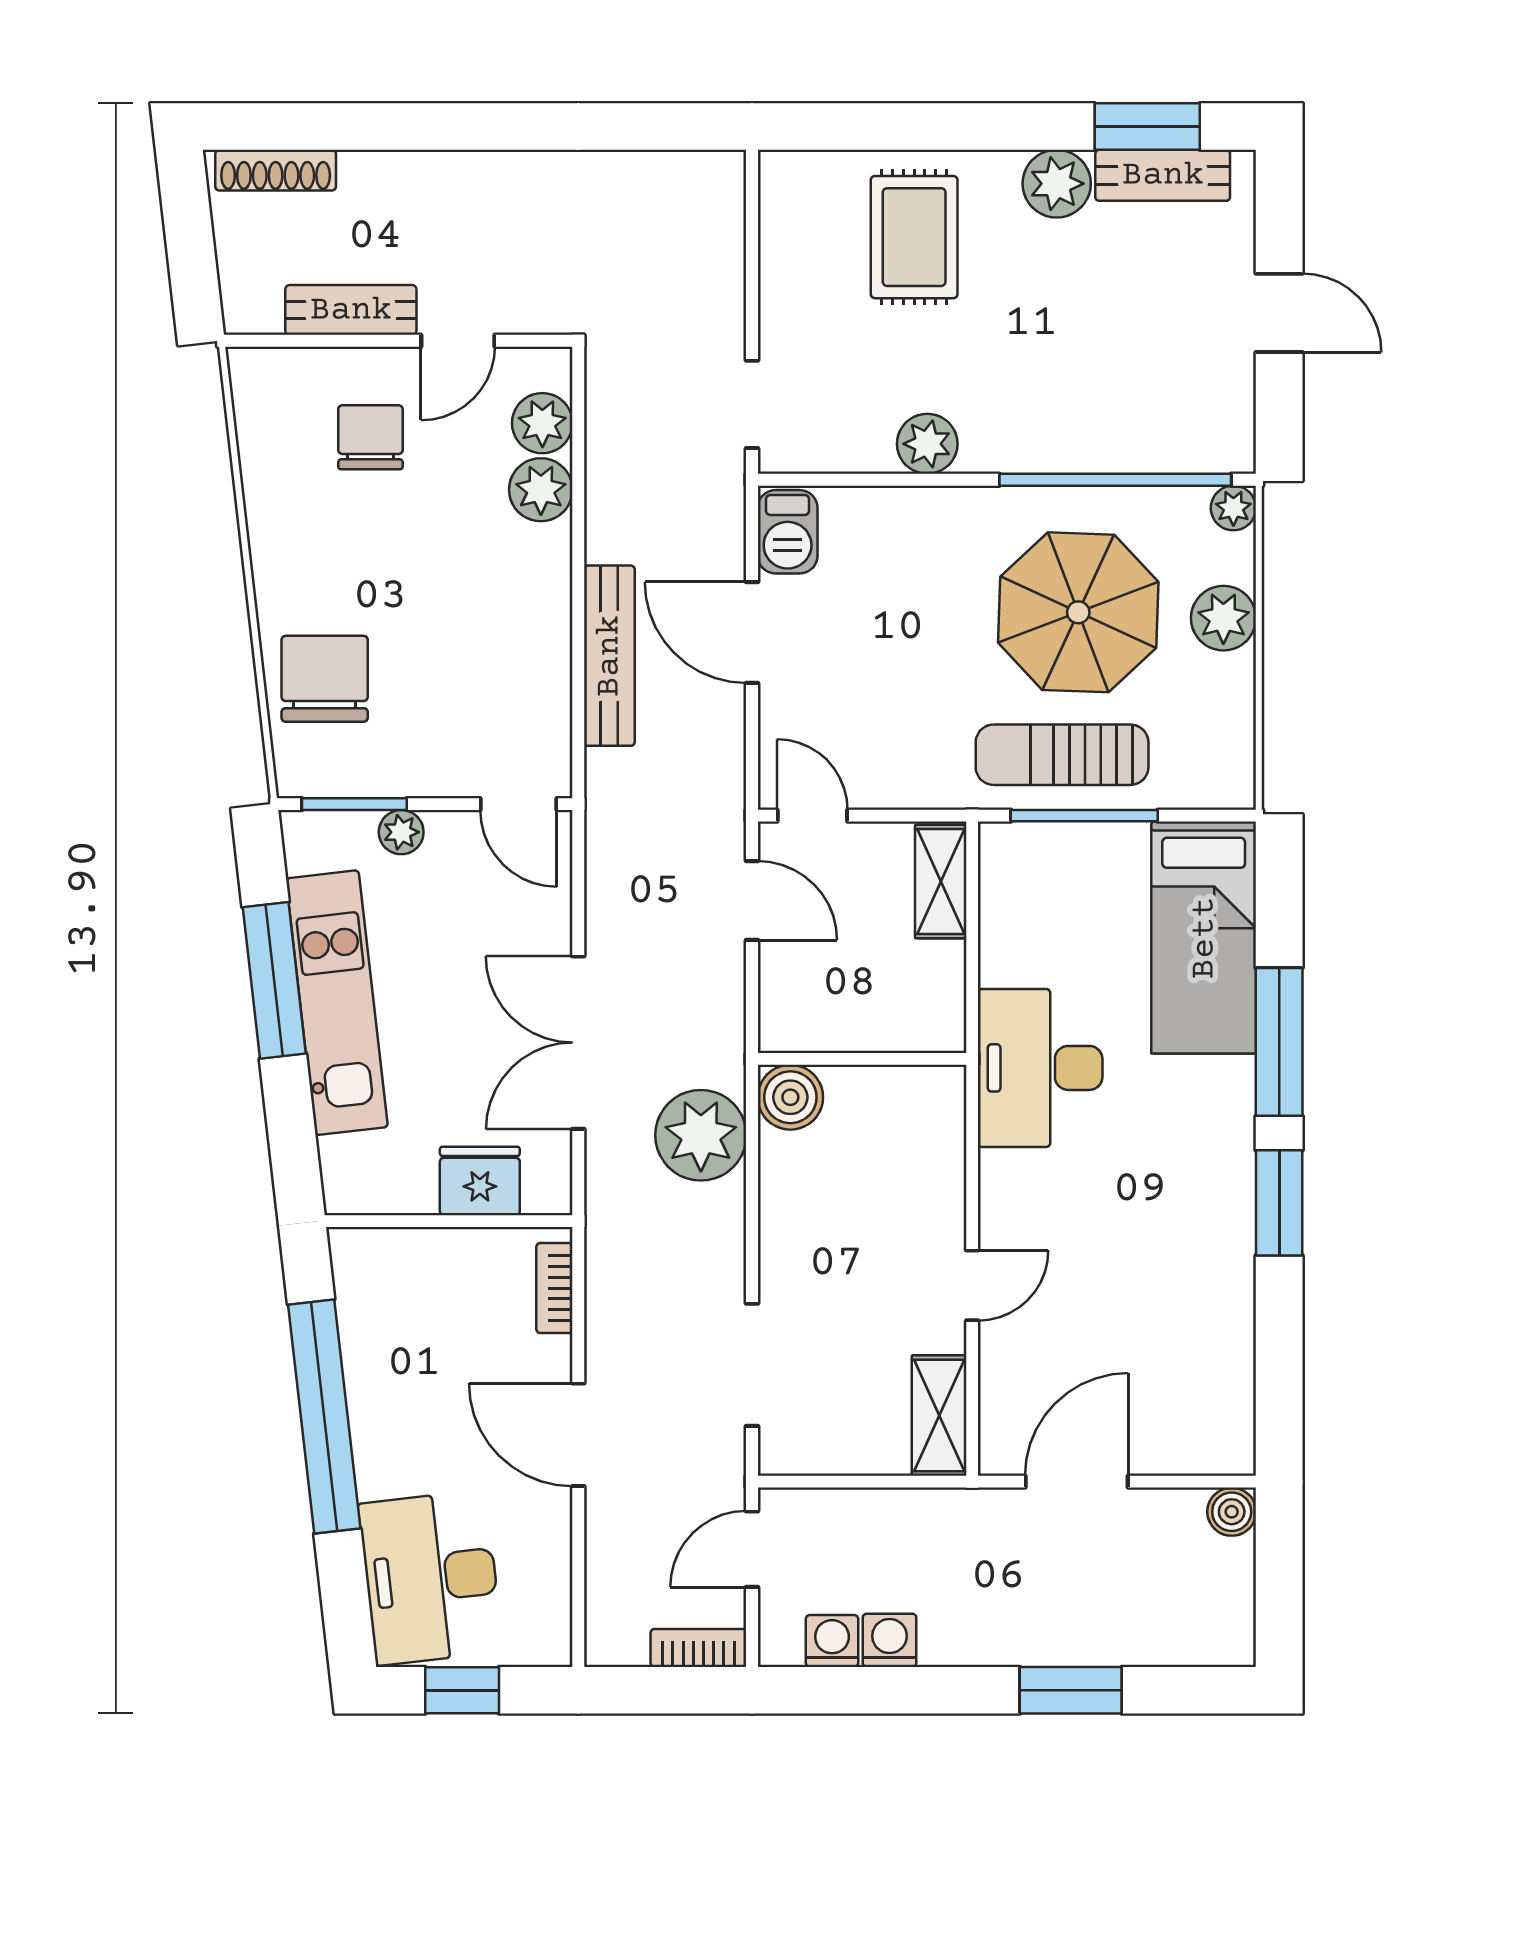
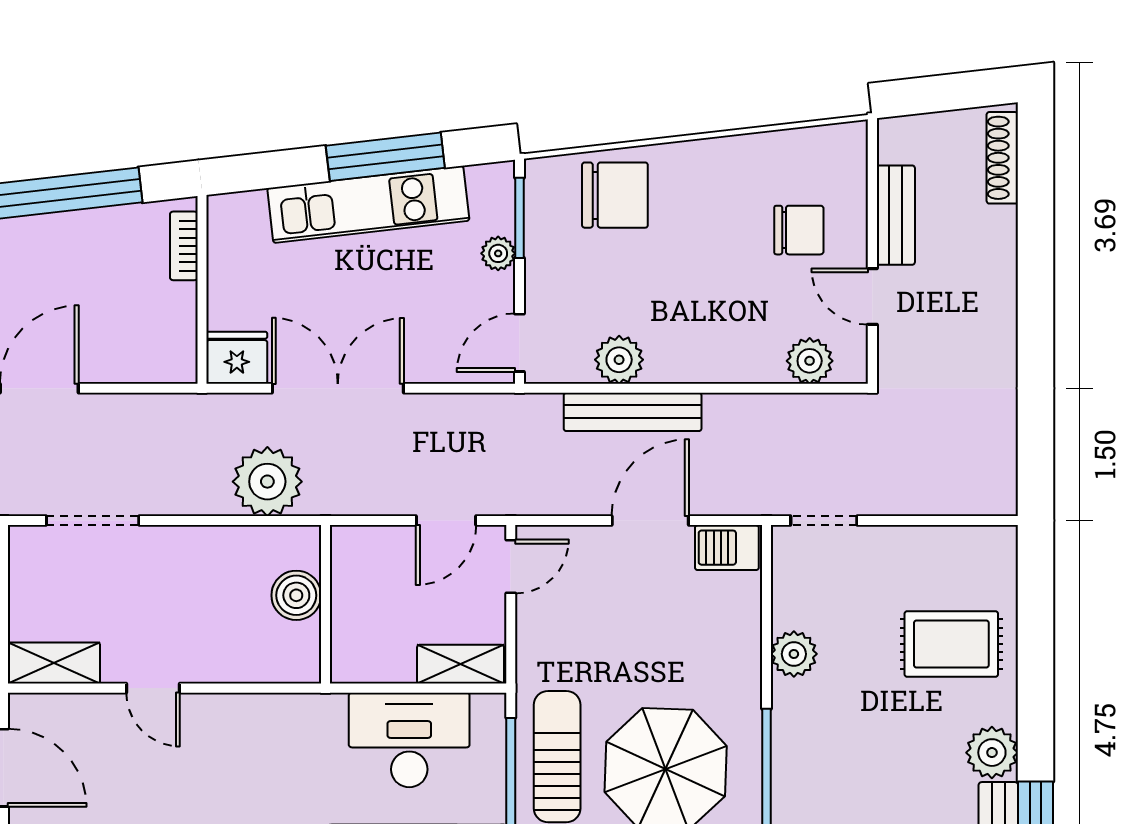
plant: (541, 490) -> (619, 360), moved
desk: (1040, 1068) -> (409, 740), moved
boiler: (790, 1097) -> (296, 595), moved
fridge: (480, 1181) -> (237, 358), moved, turned -90
bookcase: (554, 1288) -> (184, 246), moved, turned -90

